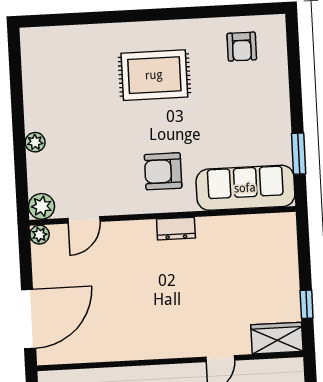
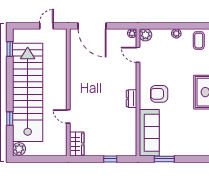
coffee table: (47, 95) -> (199, 41), added
armchair: (163, 171) -> (159, 94), turned -90
window: (307, 304) -> (110, 159), moved

